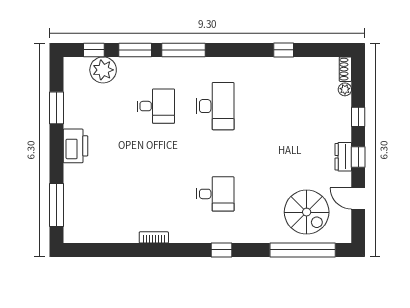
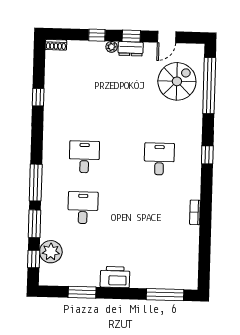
plant: (345, 89) -> (112, 47), moved
desk: (215, 106) -> (84, 157), width x0.73

